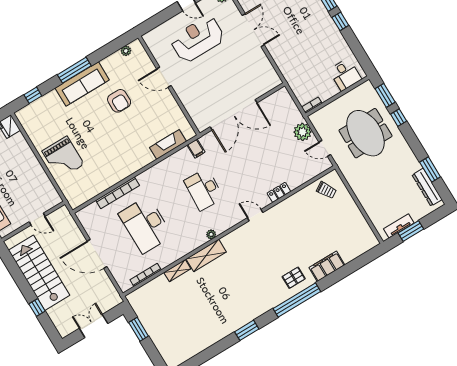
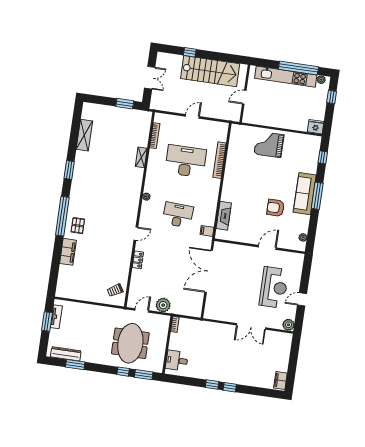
meeting table: (365, 133) -> (130, 343), turned 90
door: (97, 254) -> (192, 116), width x0.53
shelving: (206, 255) -> (84, 135), moved

